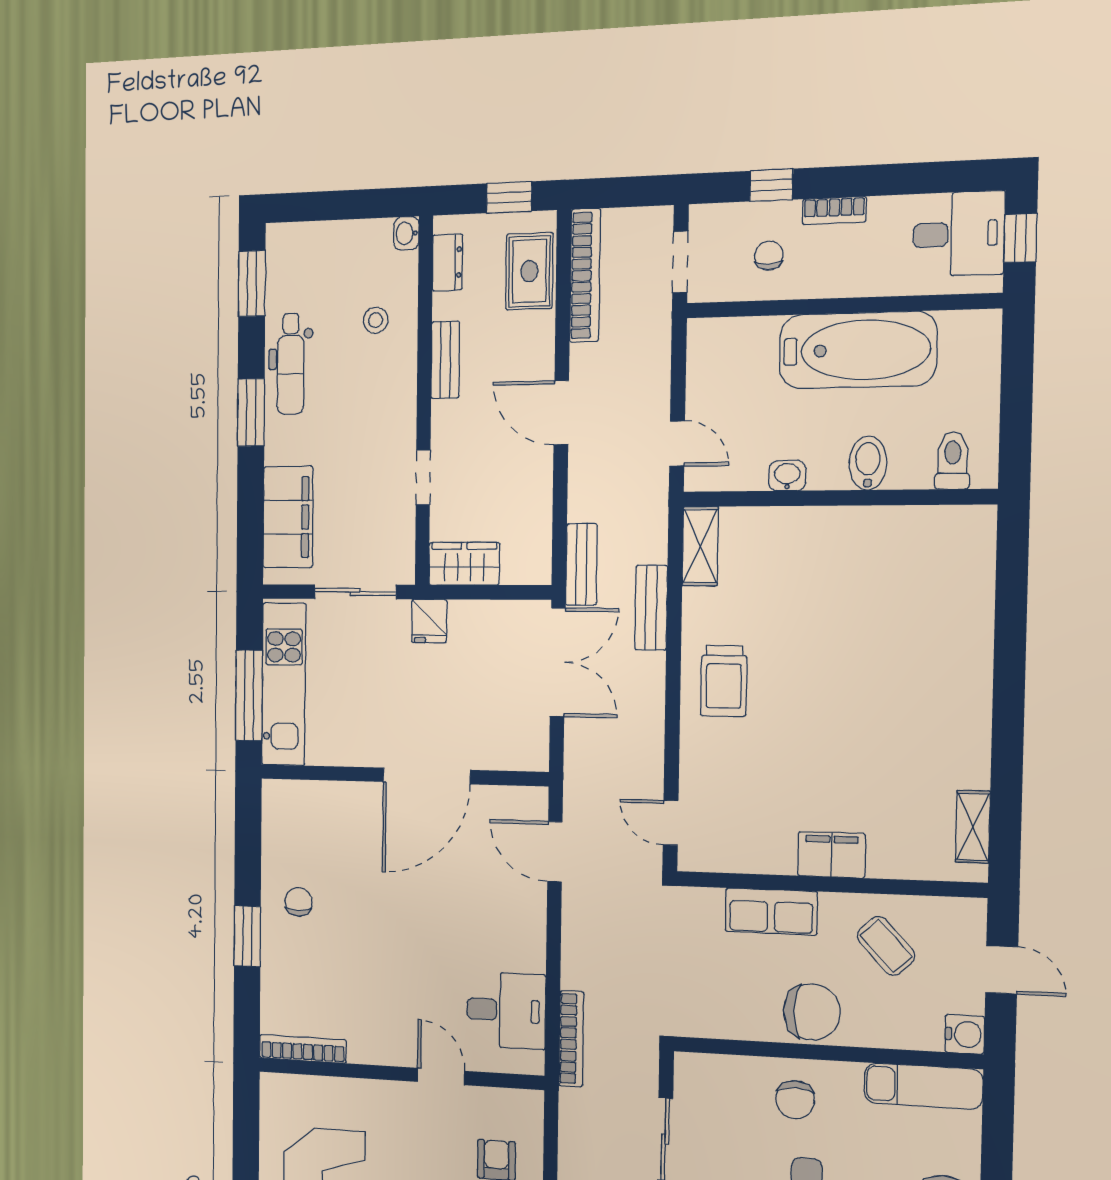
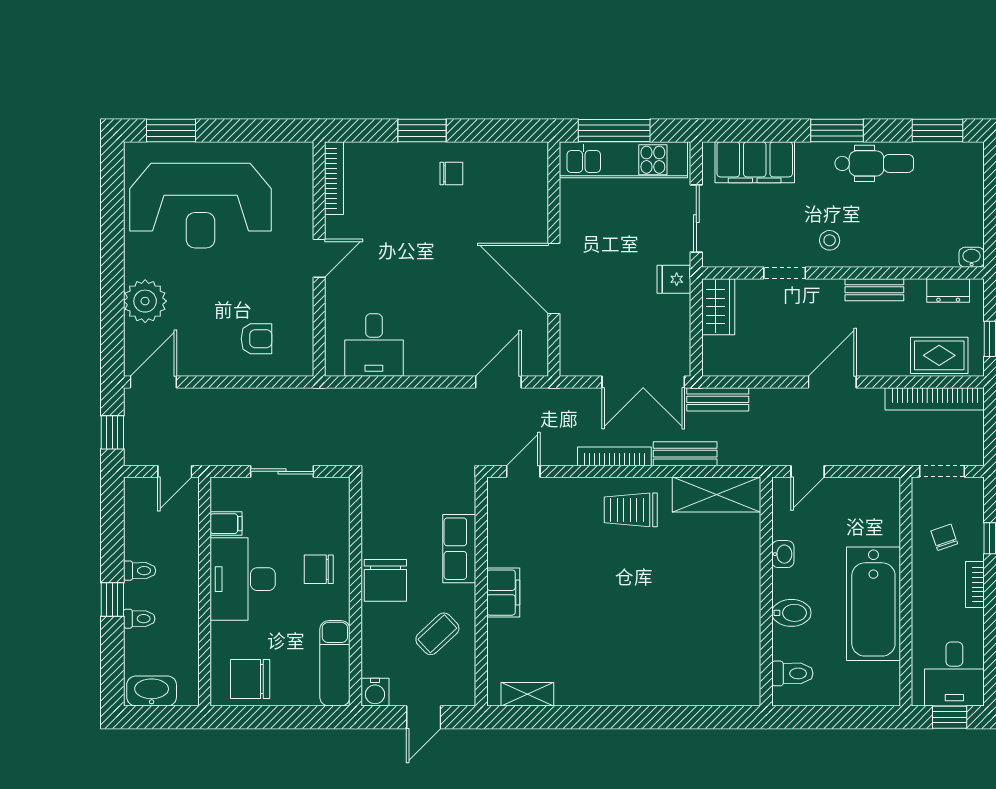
chair: (769, 255) -> (944, 537), turned -109
stool: (376, 320) -> (830, 240), moved
dental chair: (291, 364) -> (874, 163), turned 180
shelving: (700, 546) -> (716, 495), width x1.50, depth x1.33
bookcase: (571, 1039) -> (614, 456), moved, turned 180
door: (441, 1076) -> (319, 258), moved

